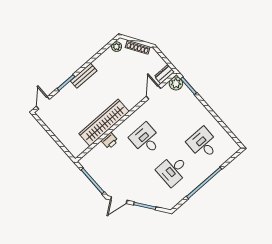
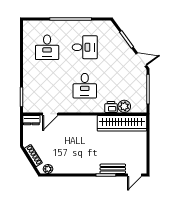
bench: (84, 76) -> (113, 169), moved
plant: (176, 83) -> (124, 106), moved
wardrobe: (104, 123) -> (122, 123), moved

